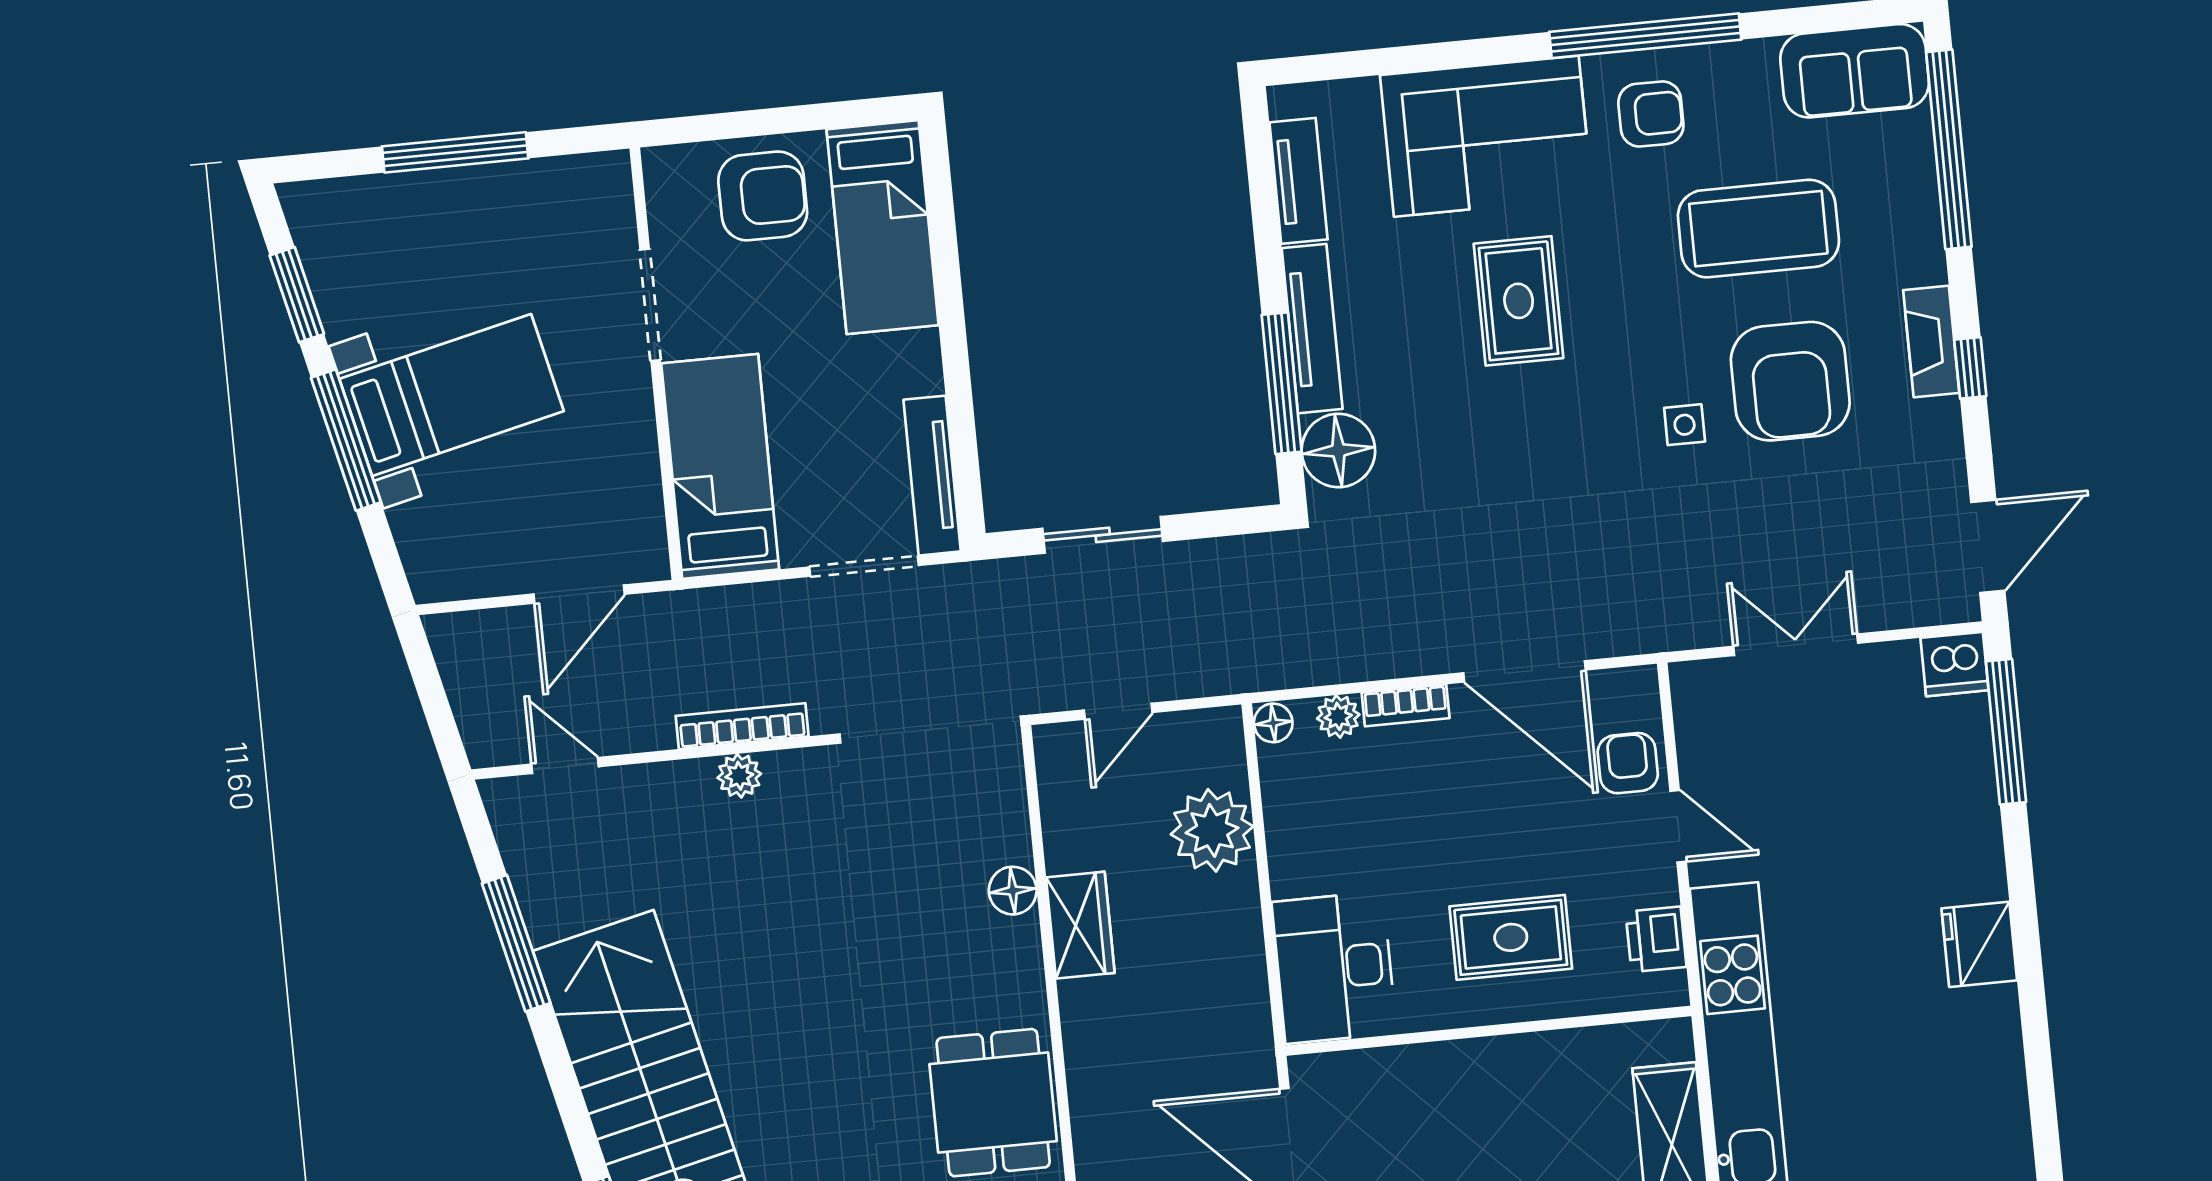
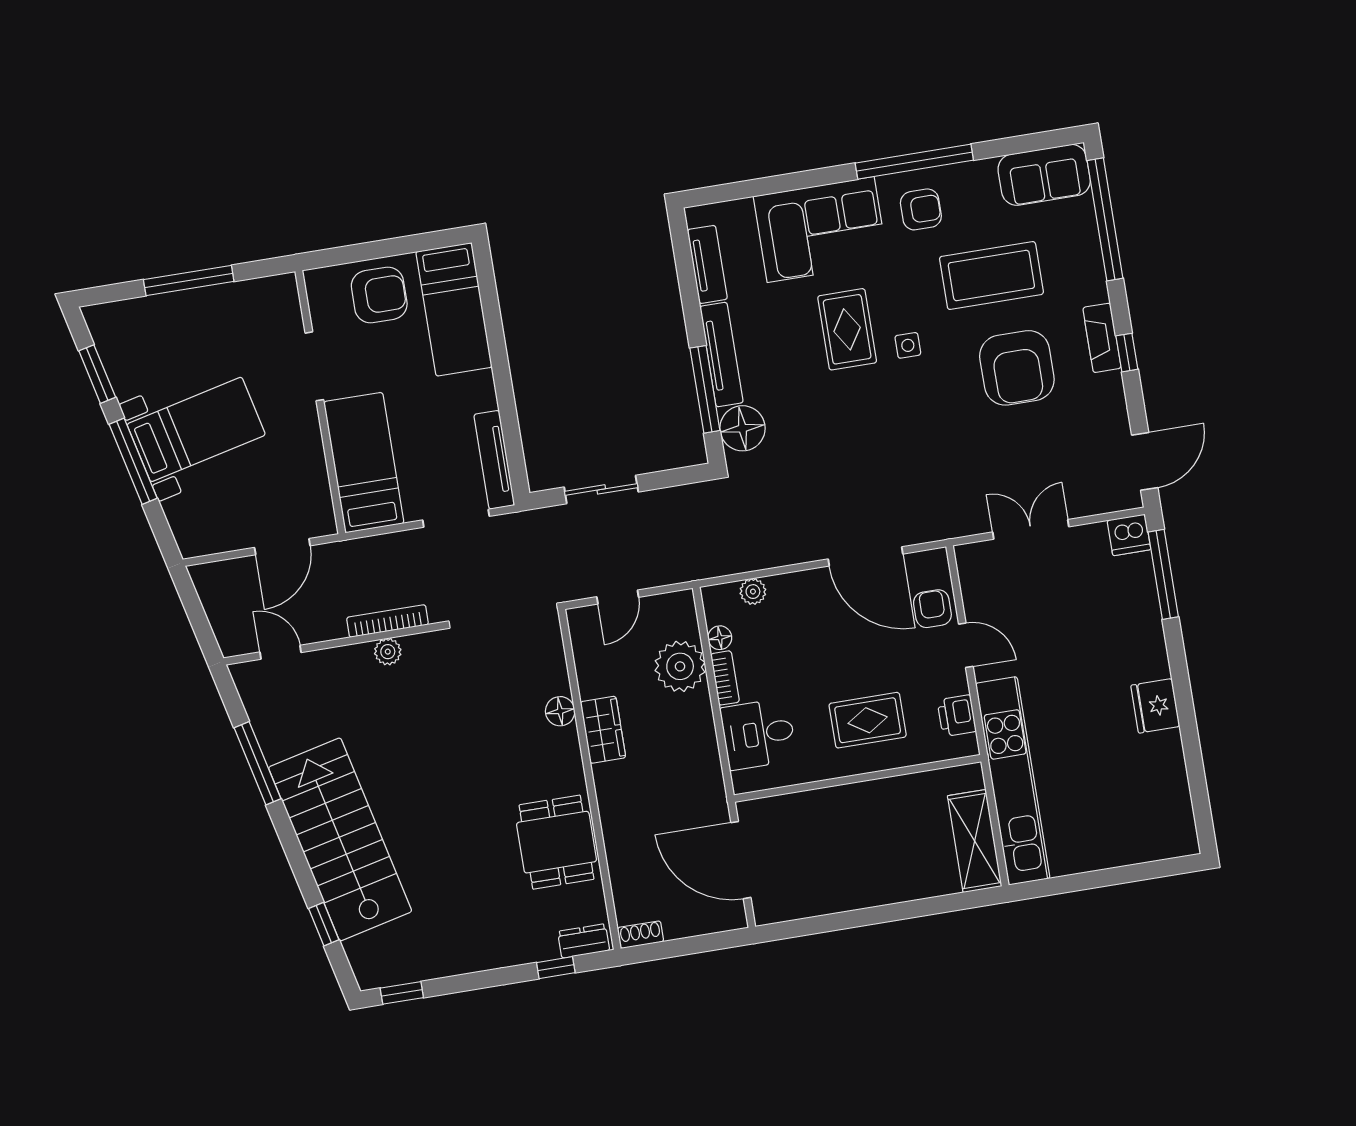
side table: (1685, 425) -> (908, 345), moved
bookcase: (1406, 705) -> (725, 678), moved, turned -90
floor lamp: (1273, 723) -> (720, 638), moved
desk: (1334, 968) -> (758, 734), width x0.73

